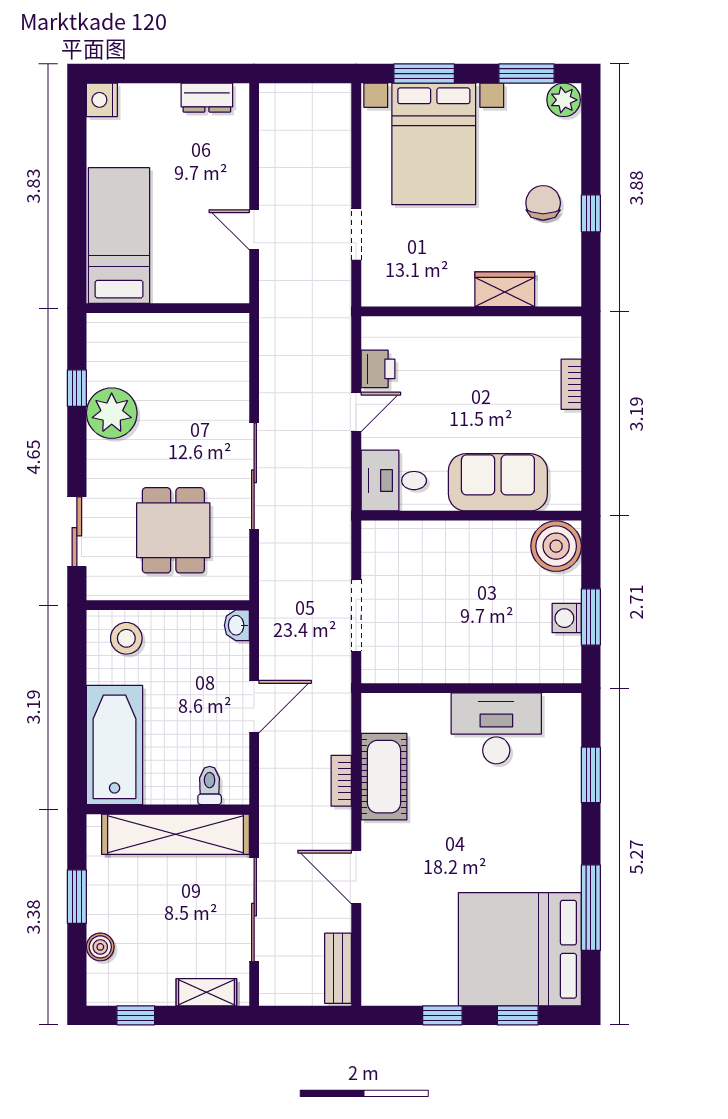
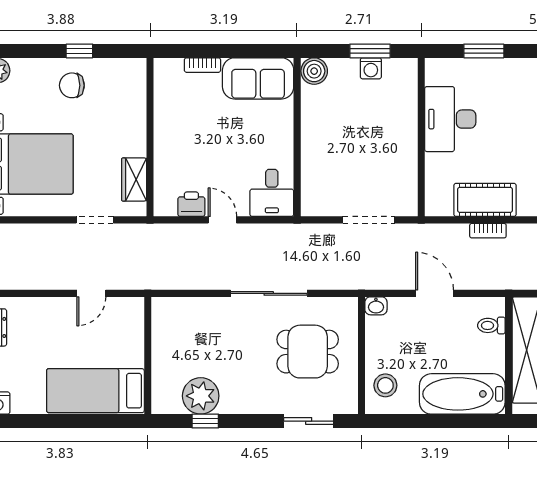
wardrobe: (505, 289) -> (134, 179), moved
plant: (112, 413) -> (201, 396), moved
sofa: (498, 482) -> (258, 78), moved, turned -90
boiler: (556, 546) -> (314, 71), width x0.73, depth x0.73

